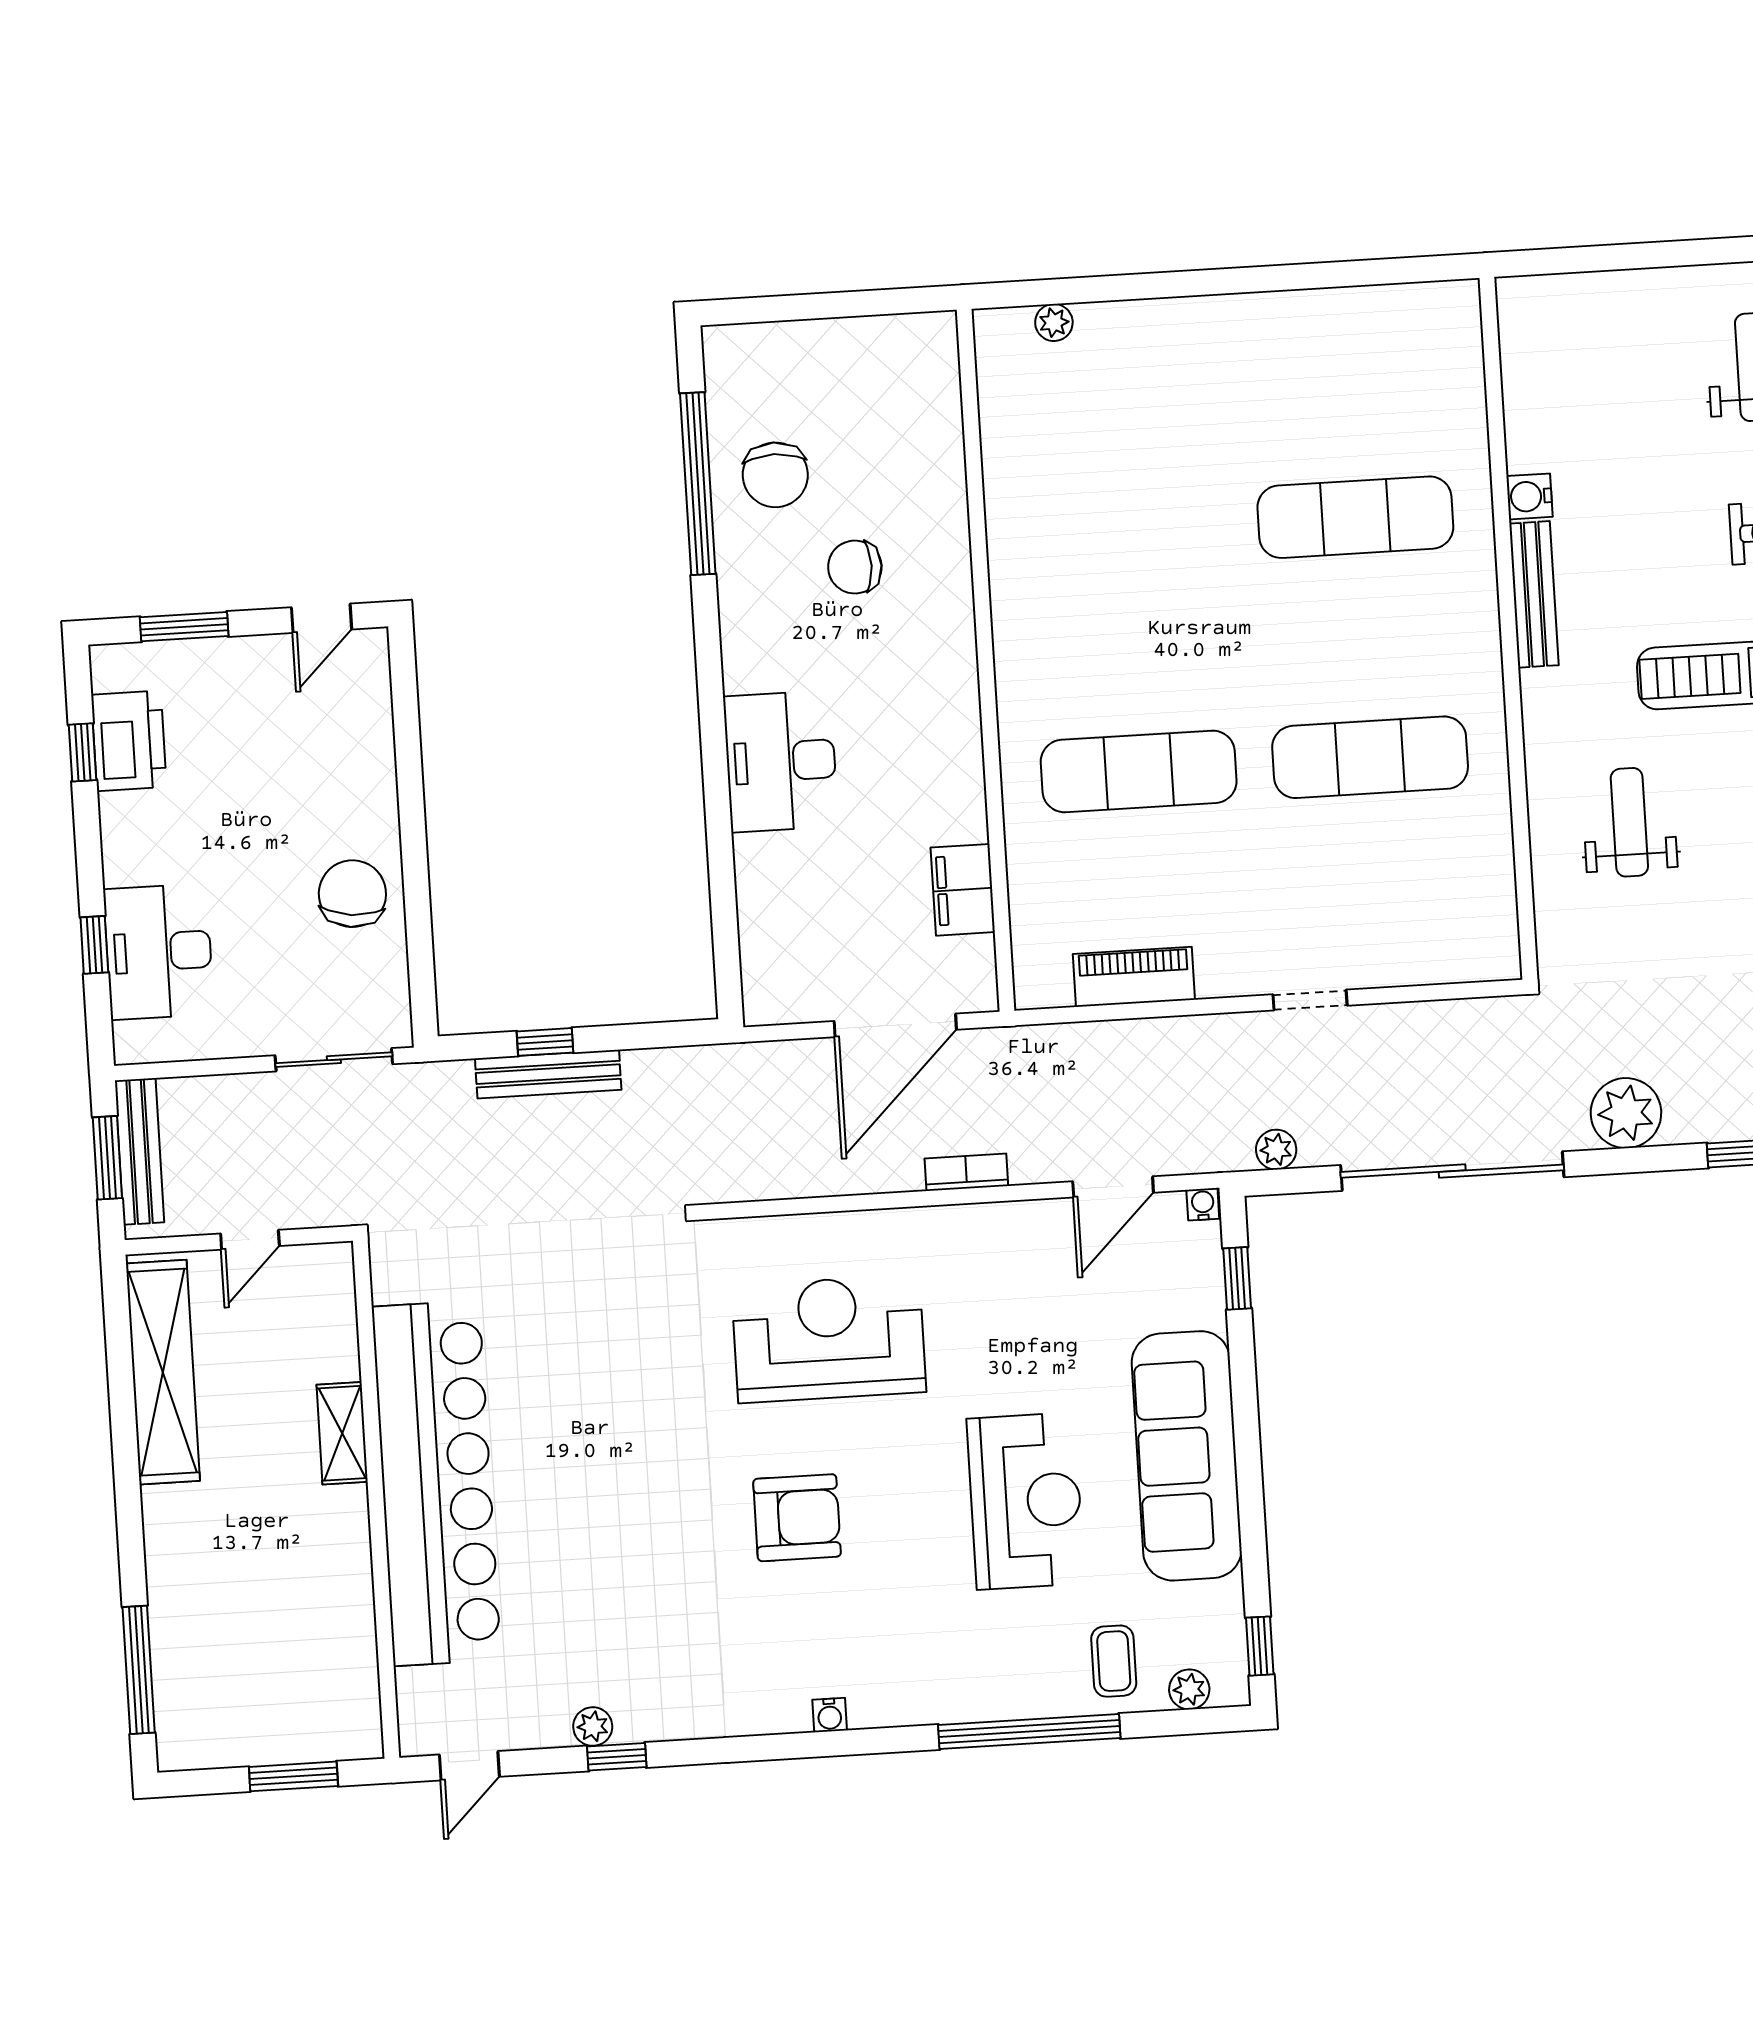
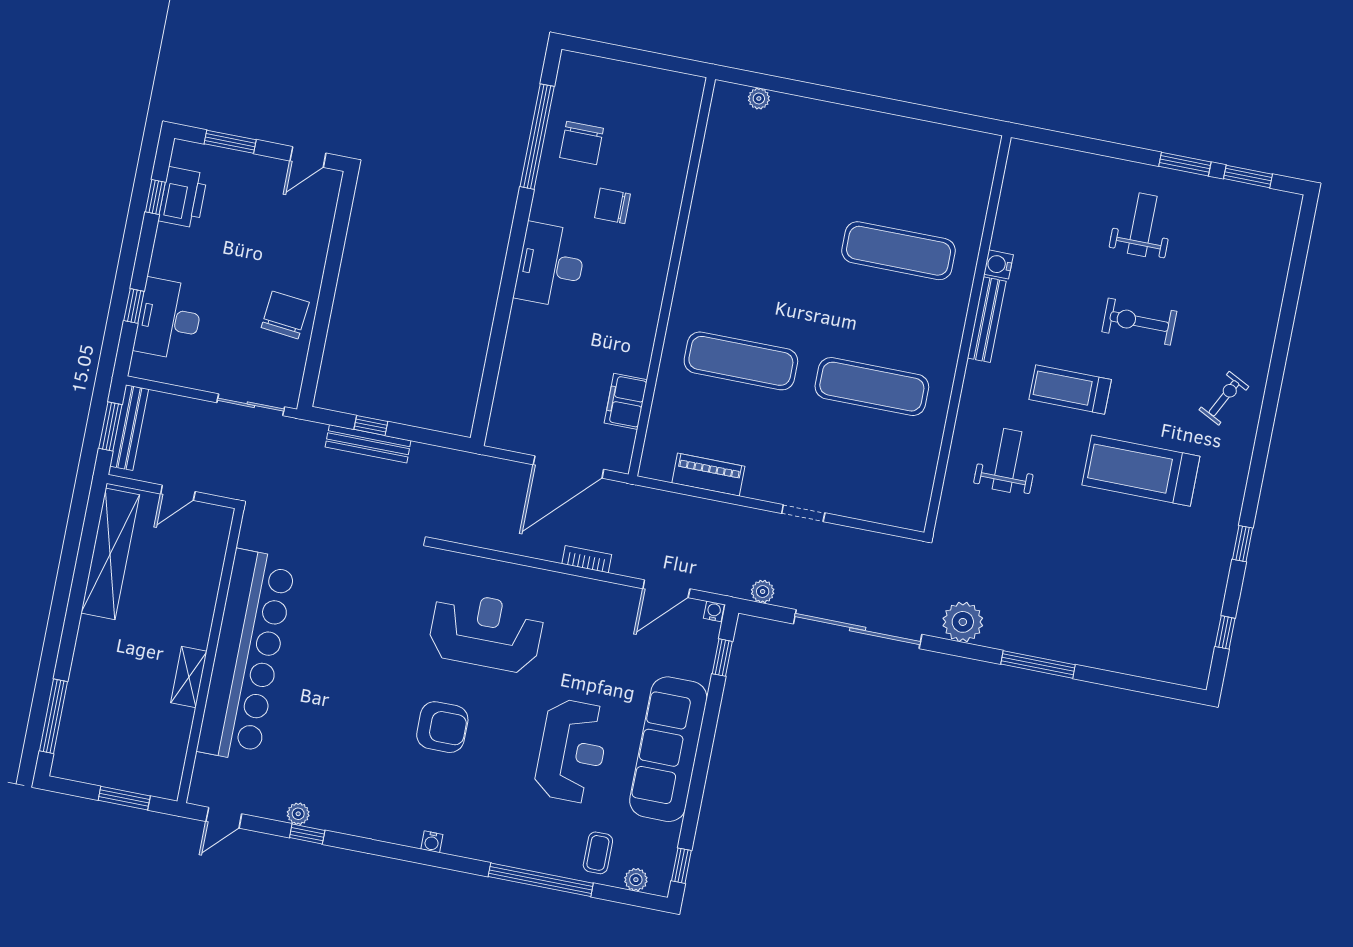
desk: (781, 761) -> (551, 265), moved
shelving: (342, 1433) -> (189, 677), moved

